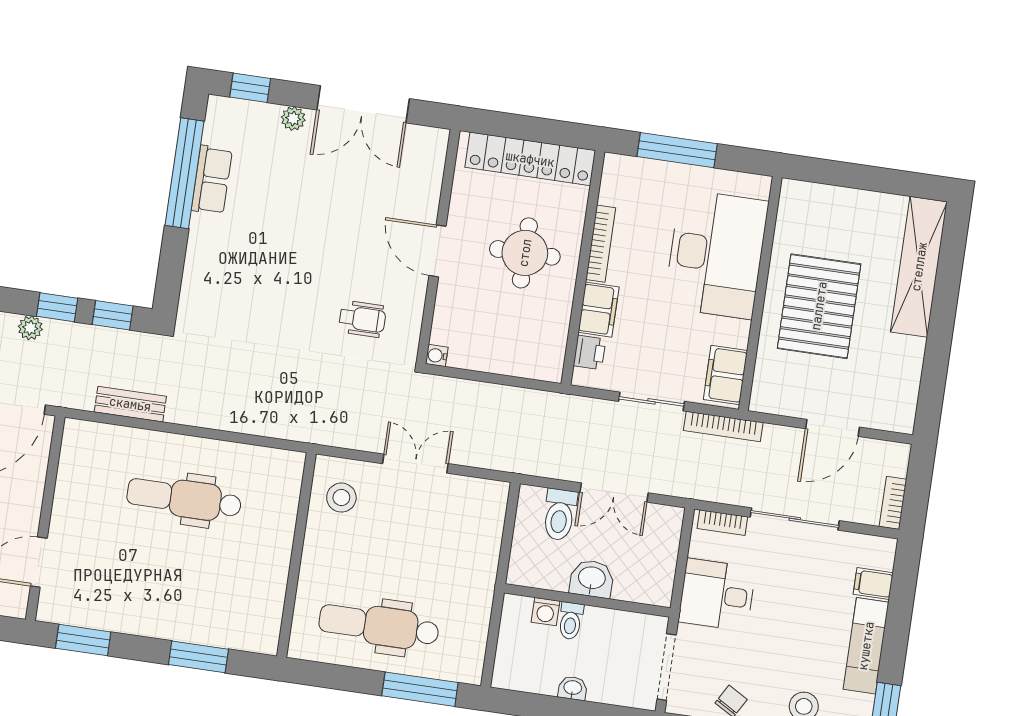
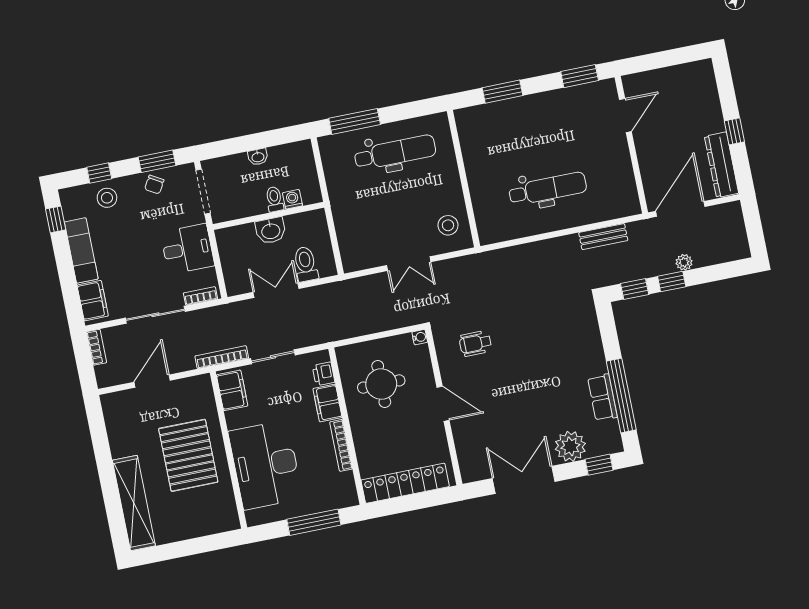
plant: (293, 119) -> (570, 446), width x1.88, depth x1.88
round table: (525, 253) -> (381, 384), moved
filing cabinet: (873, 584) -> (93, 301), width x2.00

